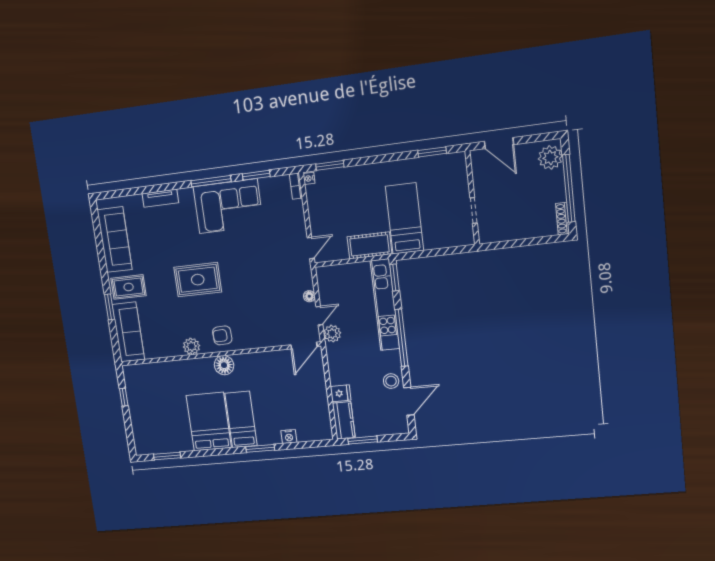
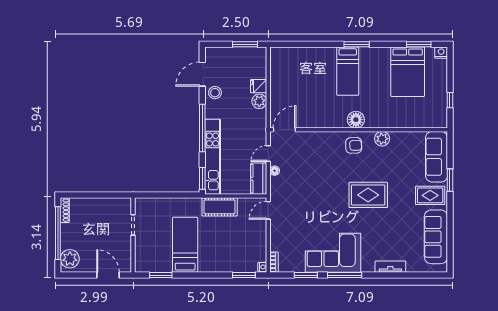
bed: (405, 218) -> (185, 245), moved, turned 180
plant: (332, 334) -> (259, 101), moved
kitchen counter: (344, 420) -> (259, 179), moved
bed: (209, 422) -> (408, 72), moved
nightstand: (289, 437) -> (441, 53), moved
window: (260, 448) -> (357, 44), moved

